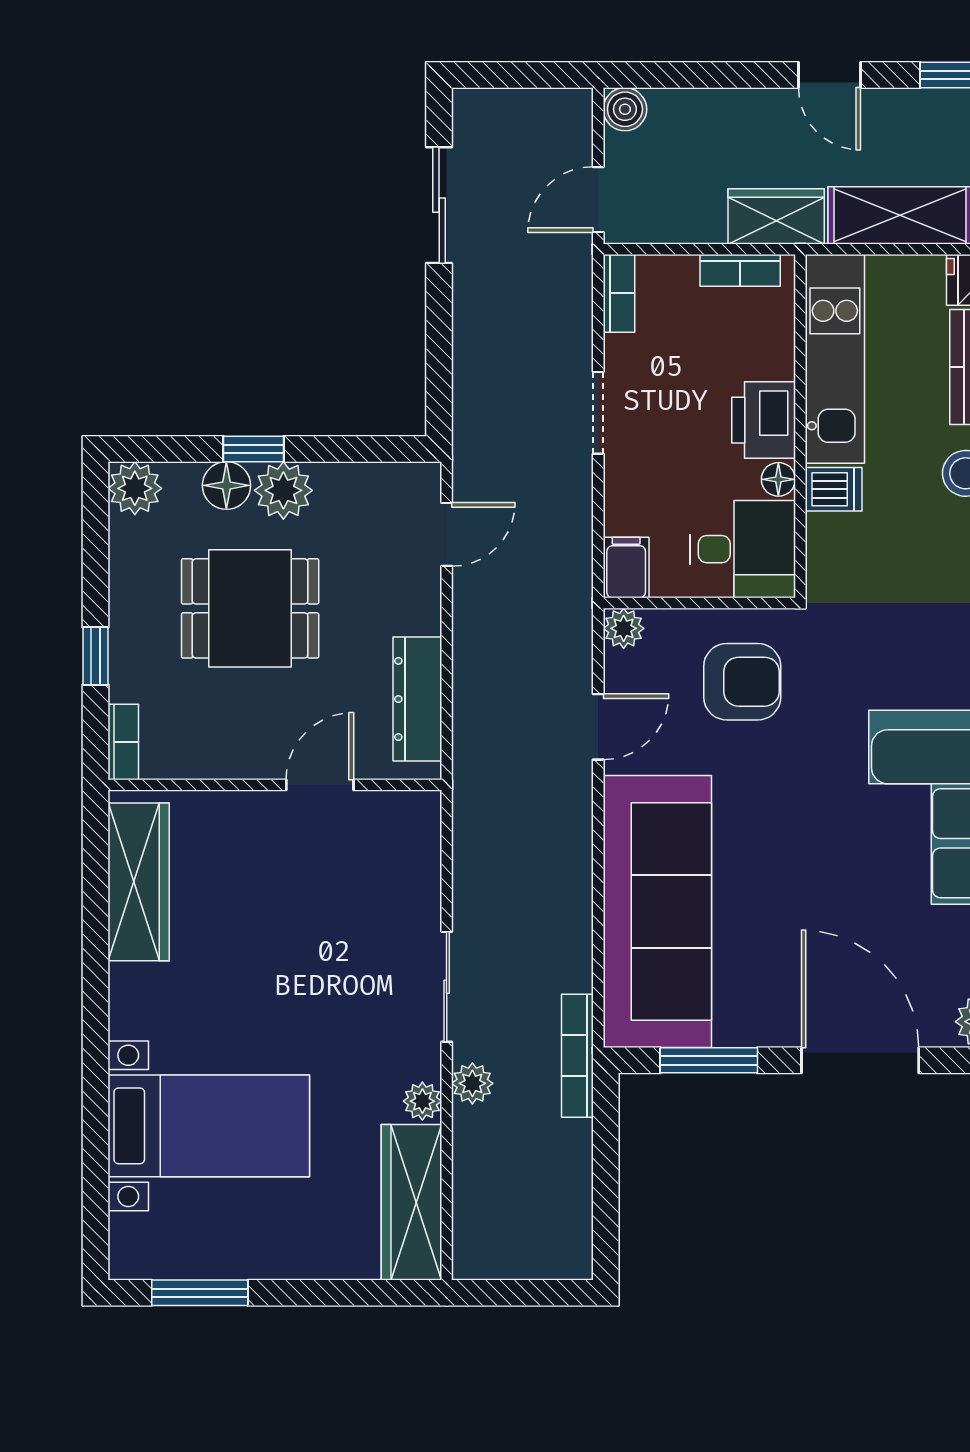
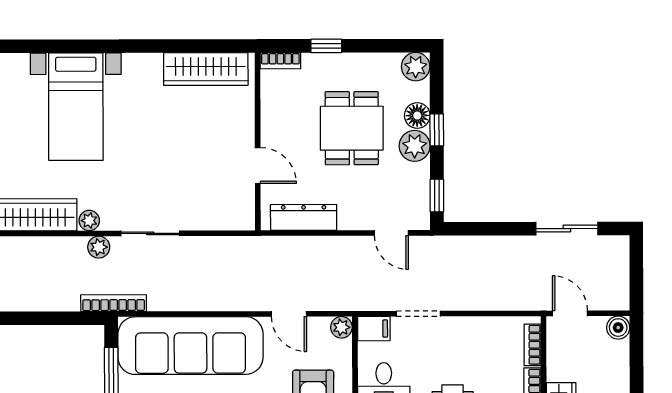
bookcase: (619, 293) -> (533, 345), moved, turned 90
doorway: (598, 413) -> (418, 314), moved
window: (377, 449) -> (437, 196), added

